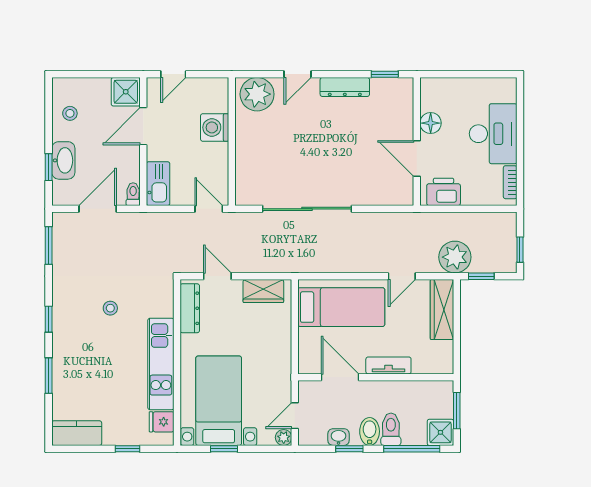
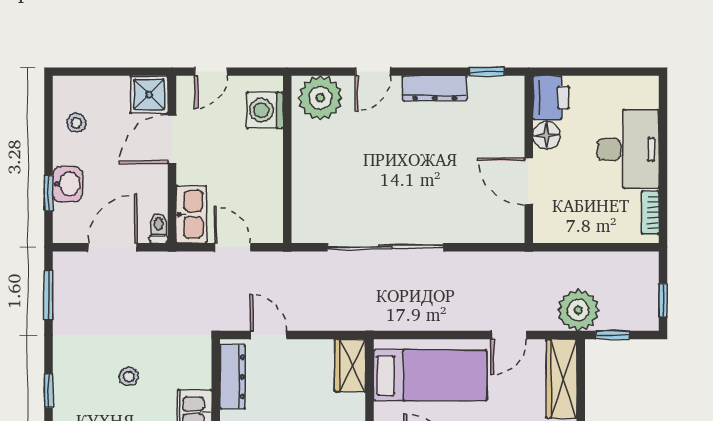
washing machine: (215, 127) -> (265, 110), moved
washbasin: (63, 160) -> (68, 184), width x0.72
printer: (444, 192) -> (551, 98), moved, turned 90
door: (209, 209) -> (232, 247), moved
wardrobe: (263, 291) -> (350, 365), moved, turned 90

